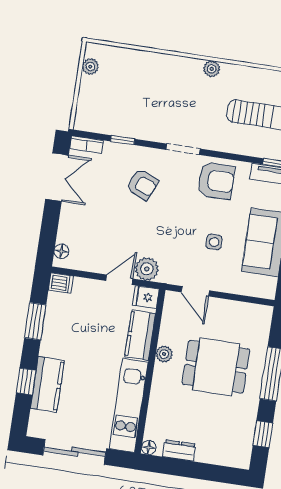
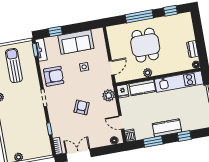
armchair: (216, 181) -> (54, 76), turned 90
armchair: (142, 184) -> (82, 107), moved
door: (119, 280) -> (121, 122), moved
kitchen counter: (47, 384) -> (167, 128), moved

